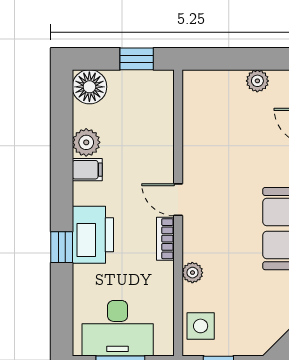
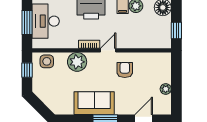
armchair: (218, 165) -> (125, 70), added
plant: (192, 273) -> (77, 62), width x1.87, depth x1.87

